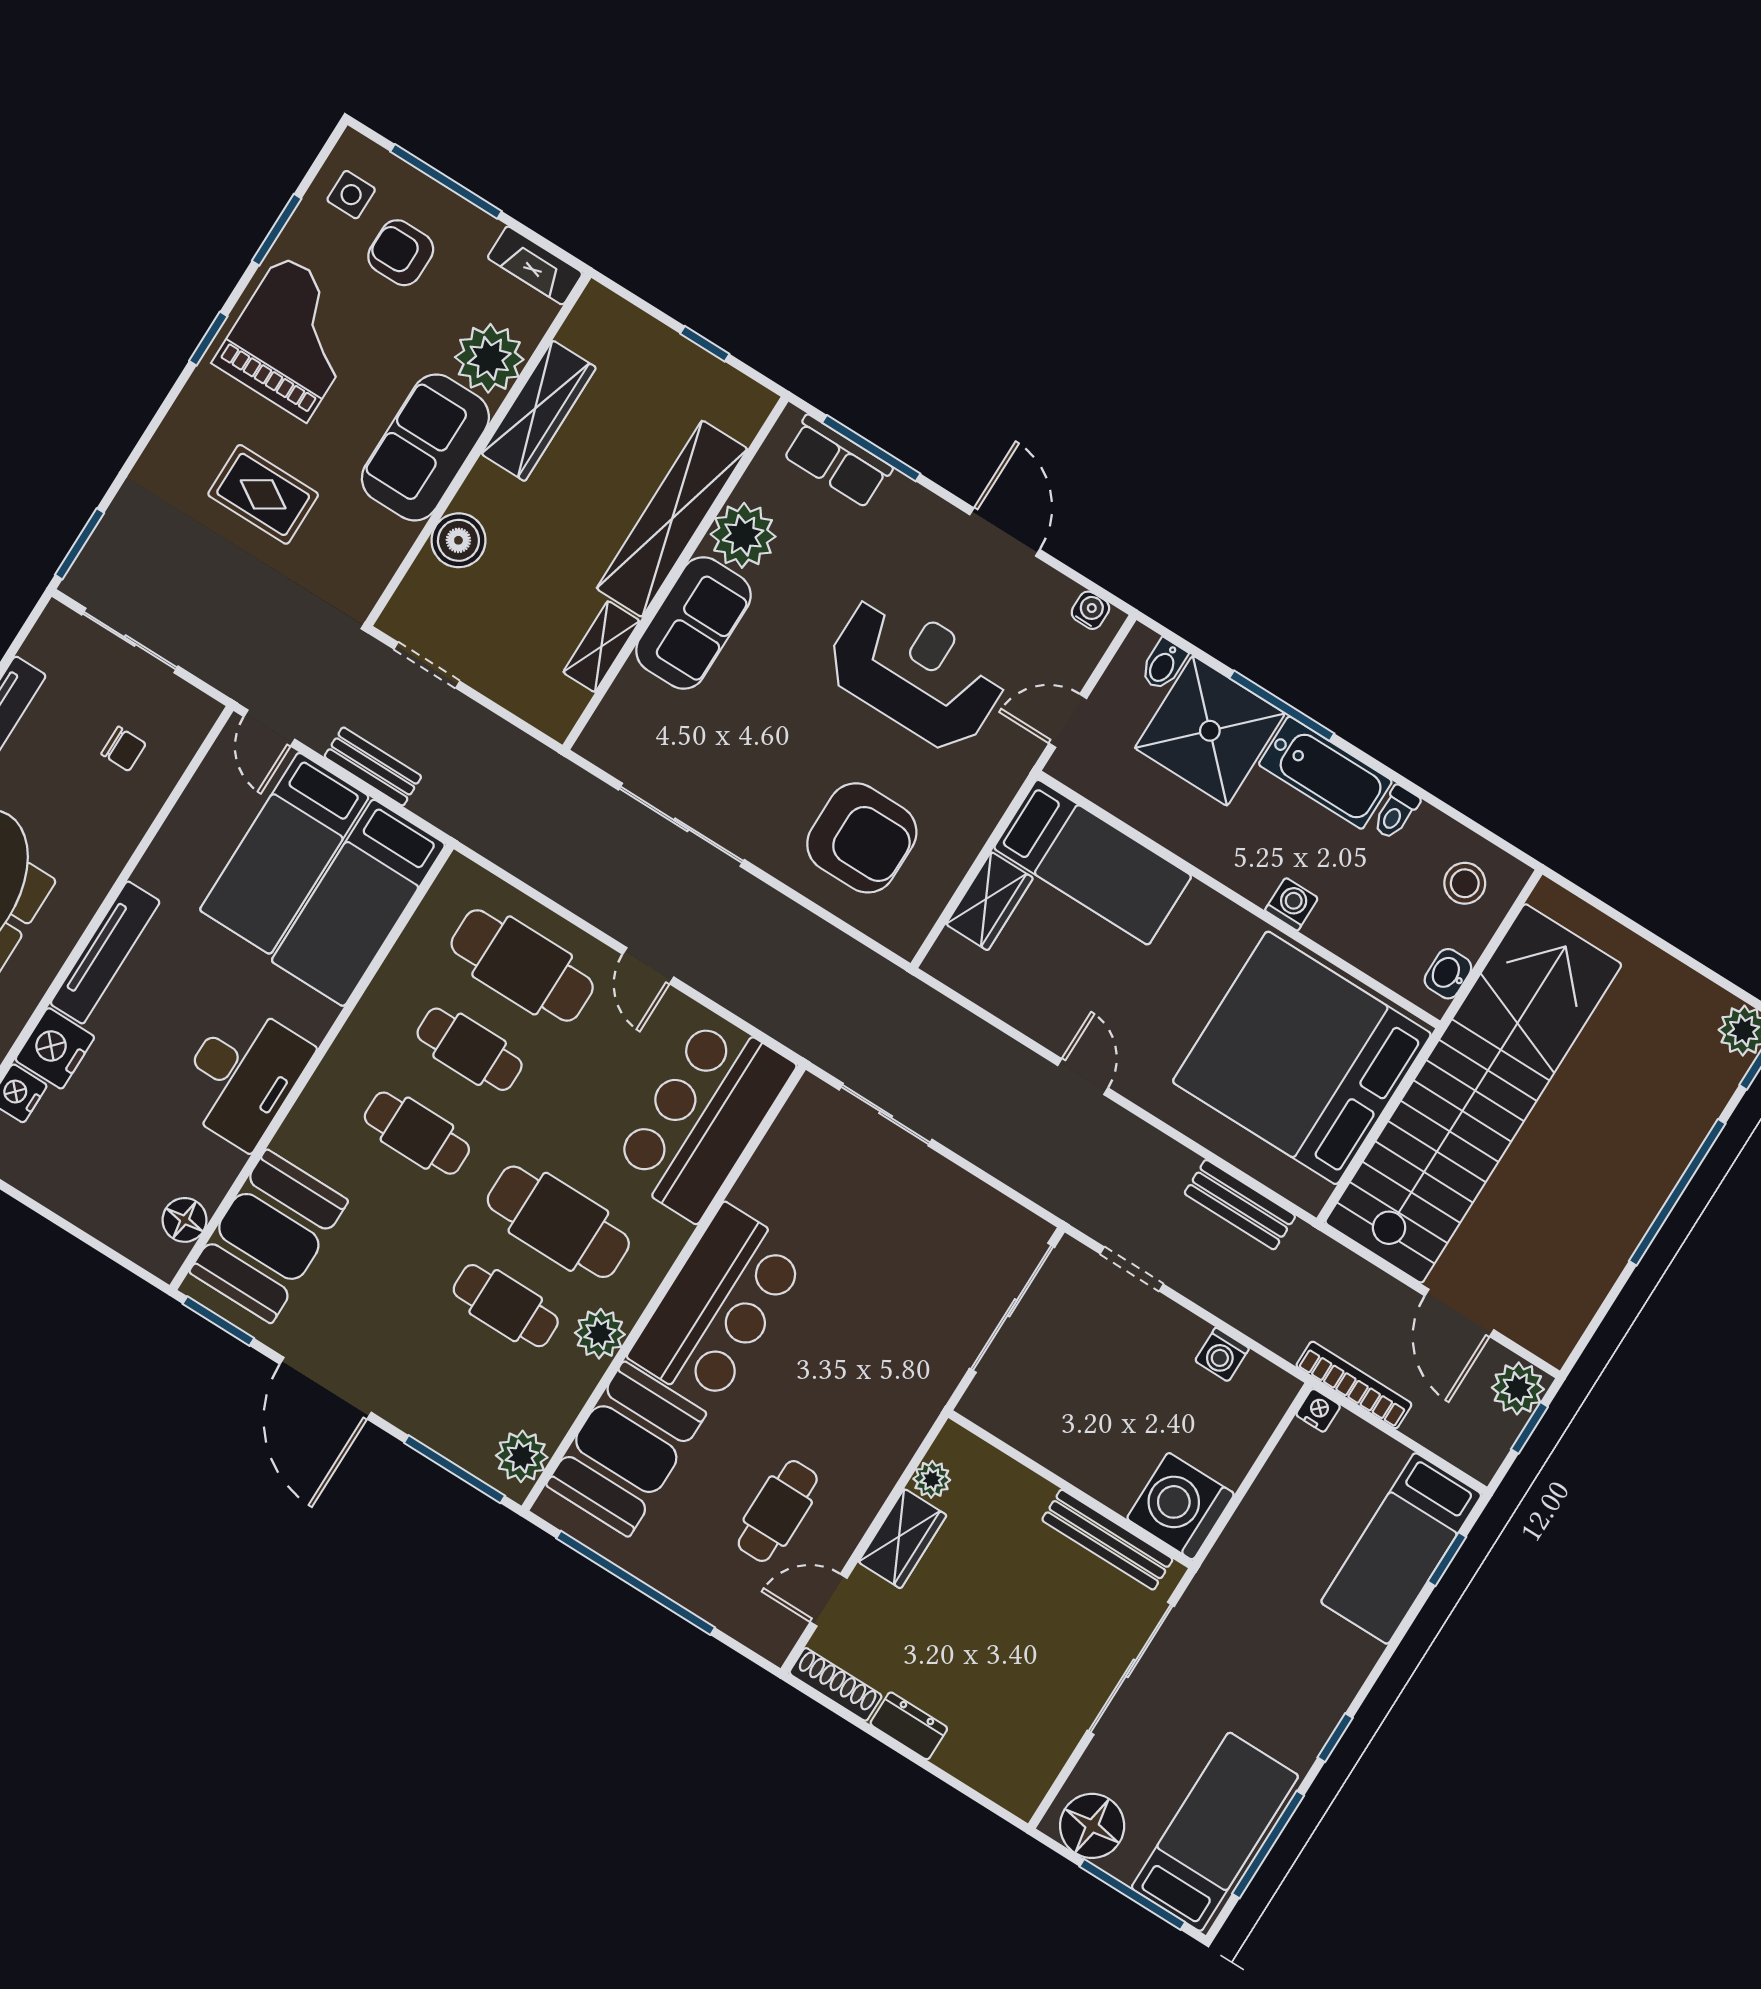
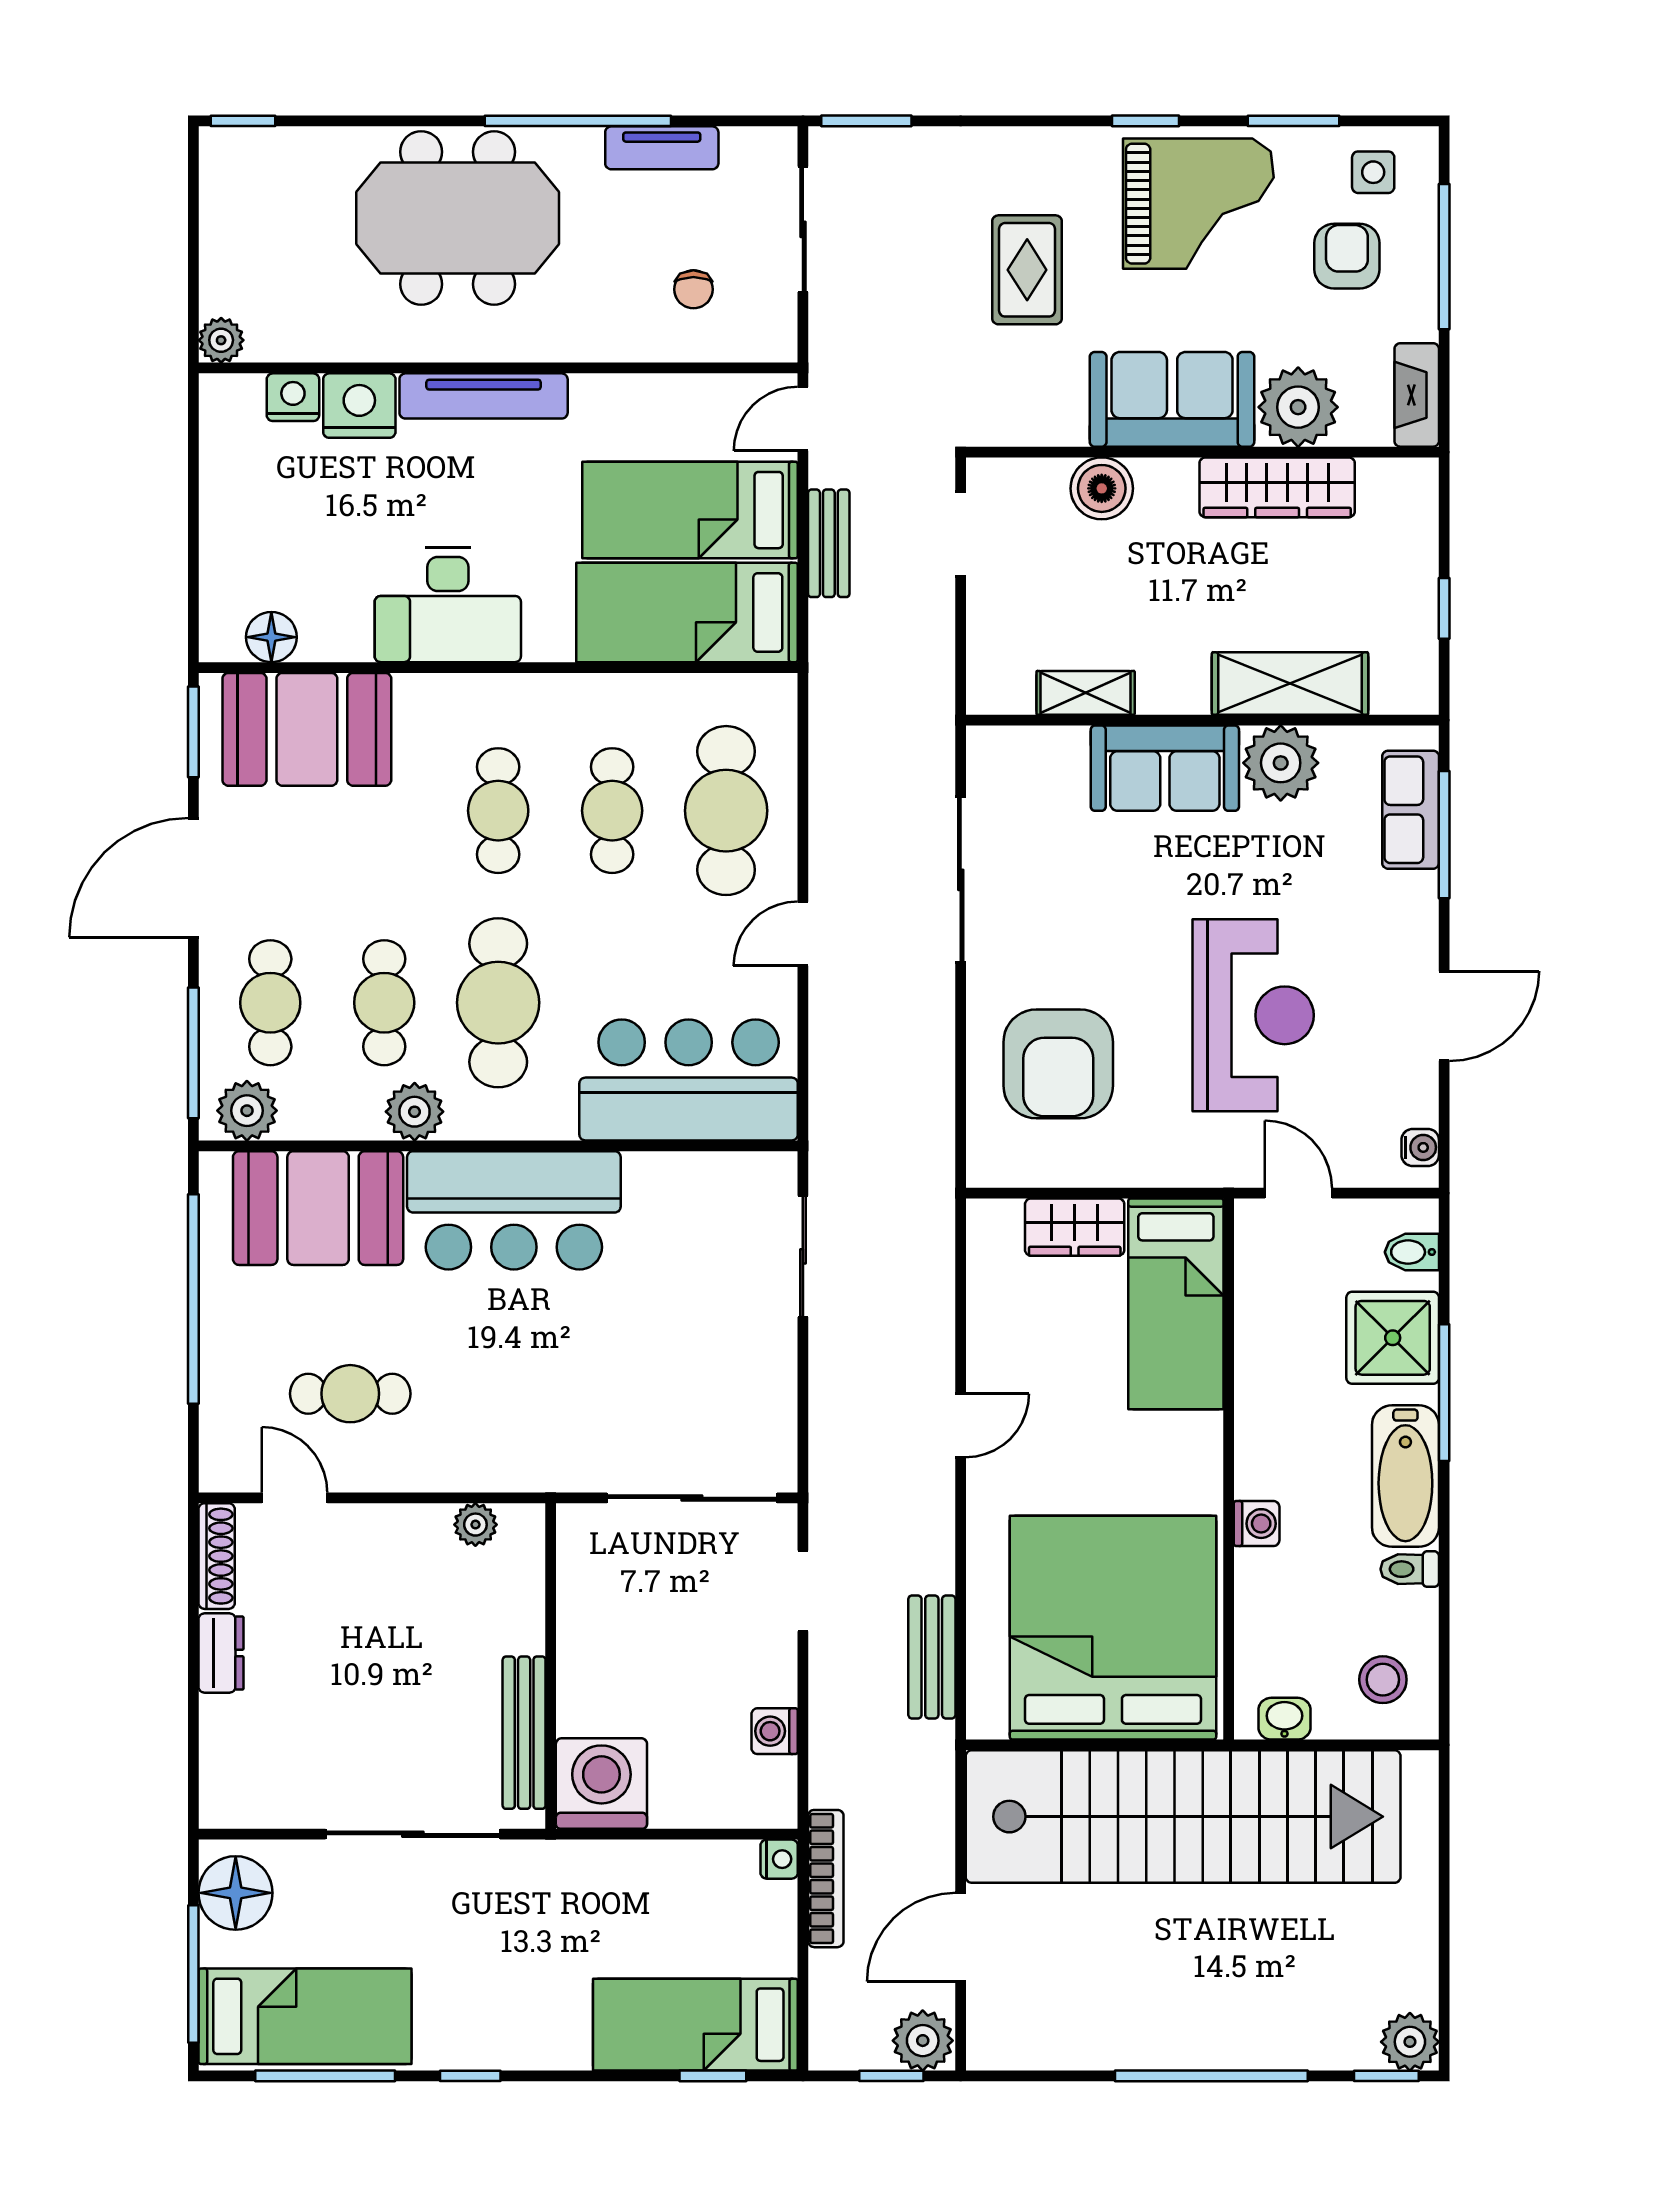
shelving: (672, 519) -> (1290, 684), width x0.68
shower: (1210, 731) -> (1393, 1338), width x0.73, depth x0.73
cafe table: (453, 1389) -> (270, 1003), added
wardrobe: (902, 1539) -> (400, 1532), removed

